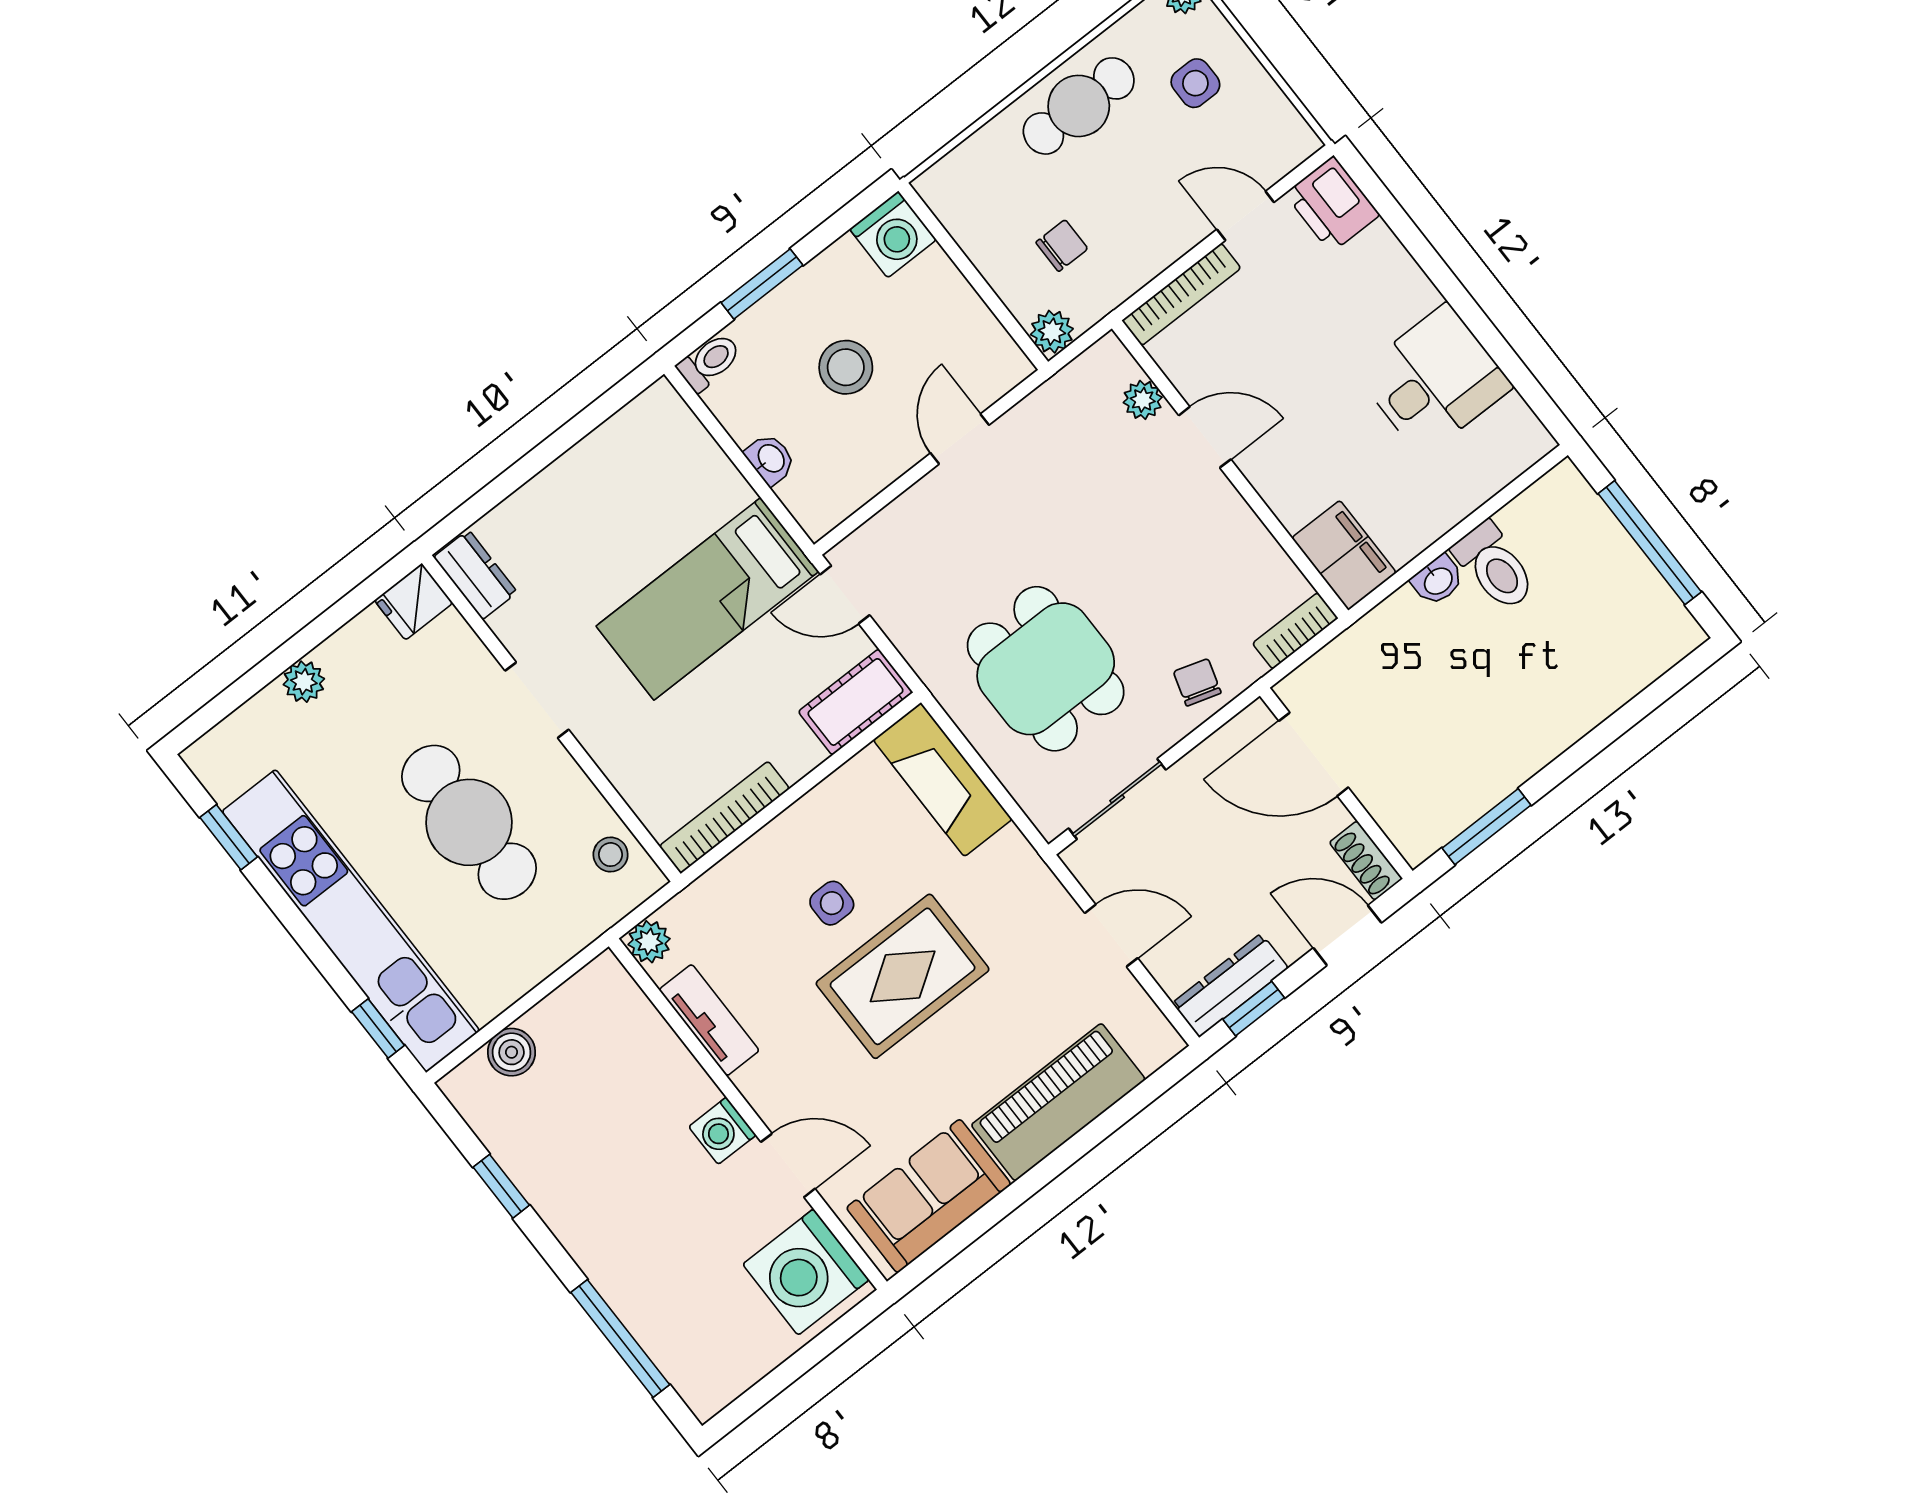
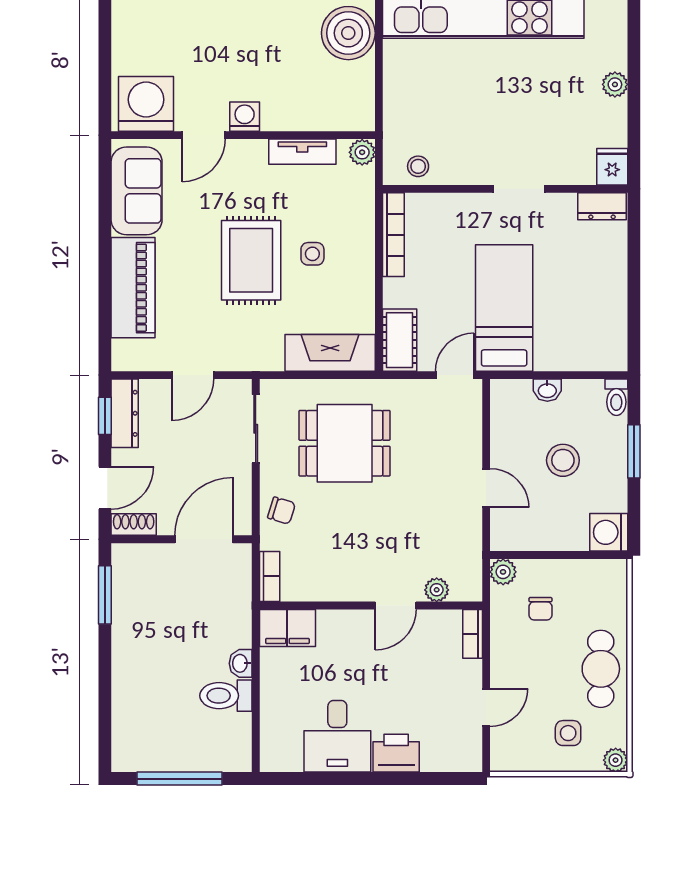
printer: (1332, 204) -> (396, 753), moved
bookcase: (1181, 294) -> (473, 634), width x0.64
cafe table: (469, 822) -> (486, 111), removed
boiler: (512, 1052) -> (348, 33), width x1.86, depth x1.86

